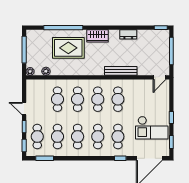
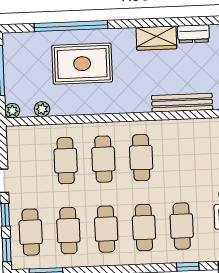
wardrobe: (98, 36) -> (156, 38), moved
cafe table: (118, 99) -> (179, 156), removed

